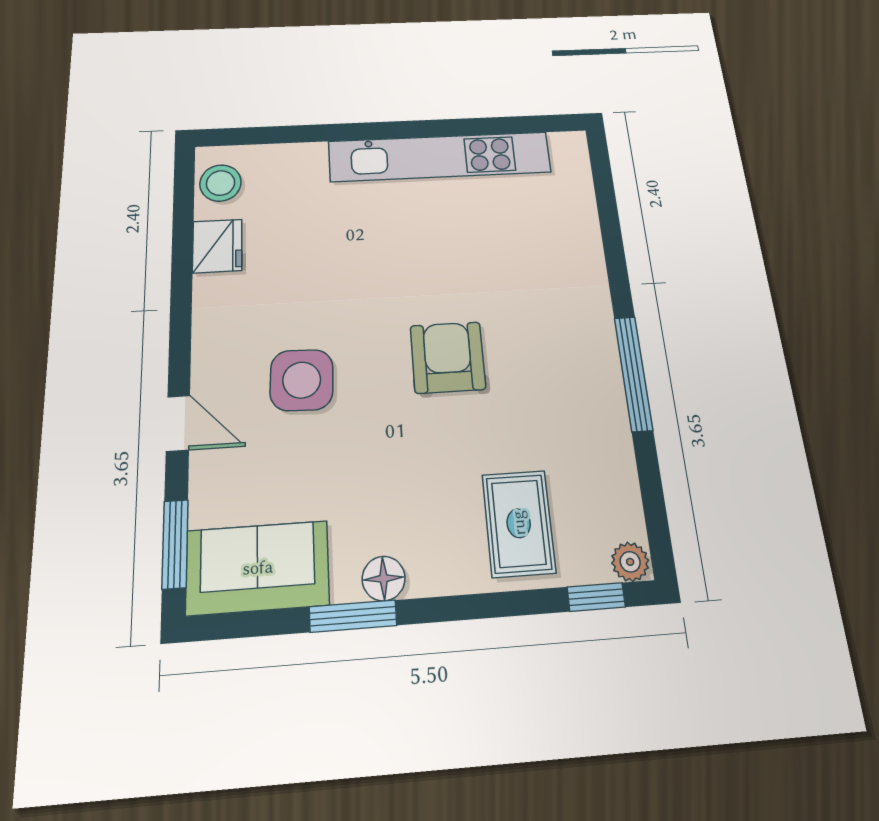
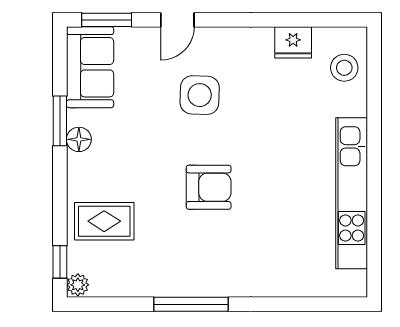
stool: (221, 183) -> (344, 68), moved

